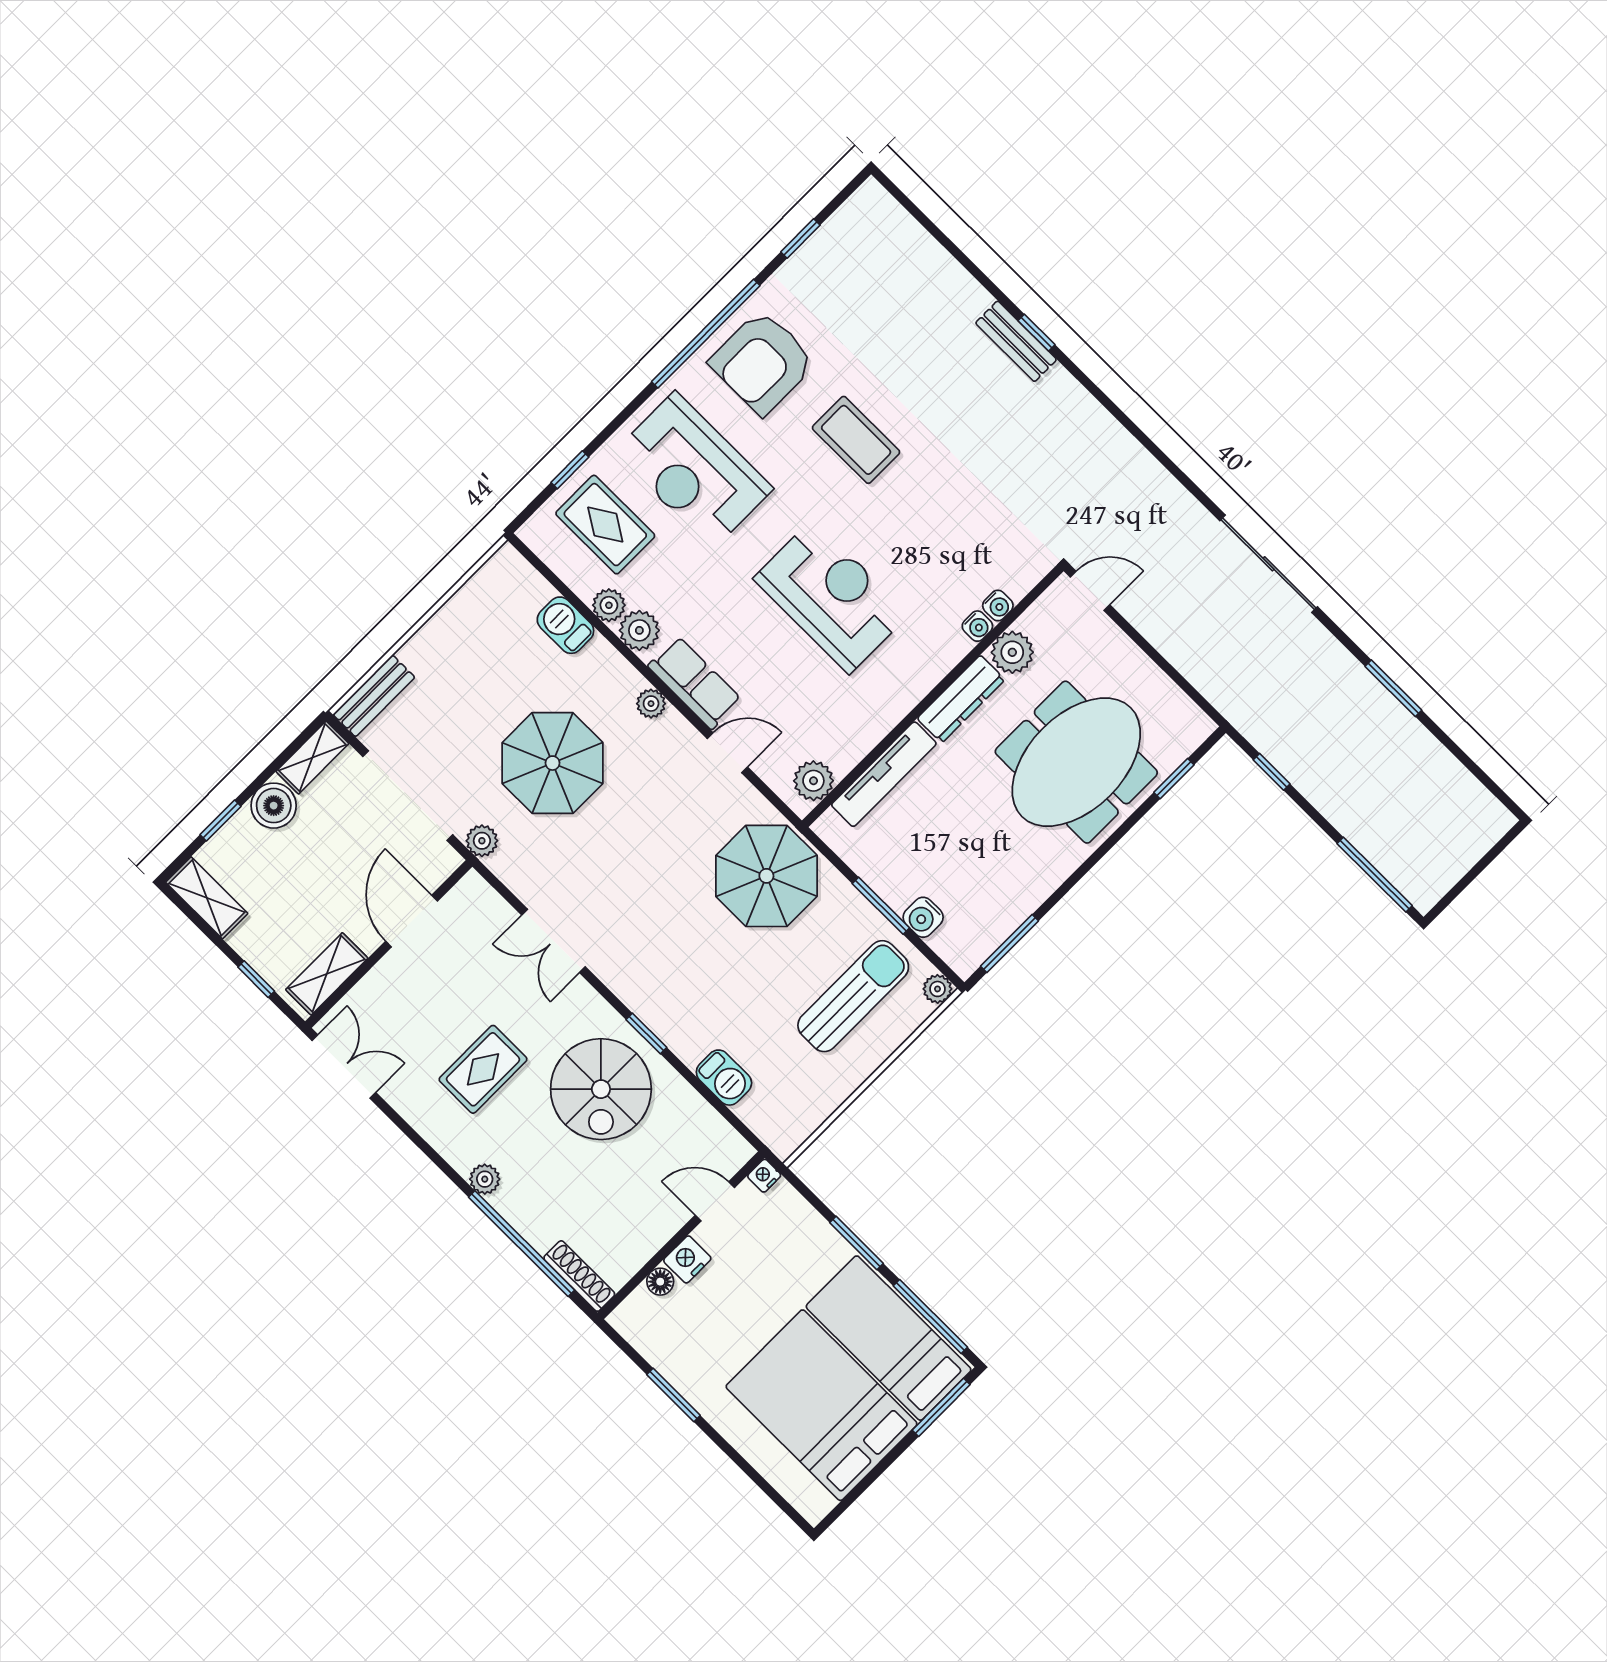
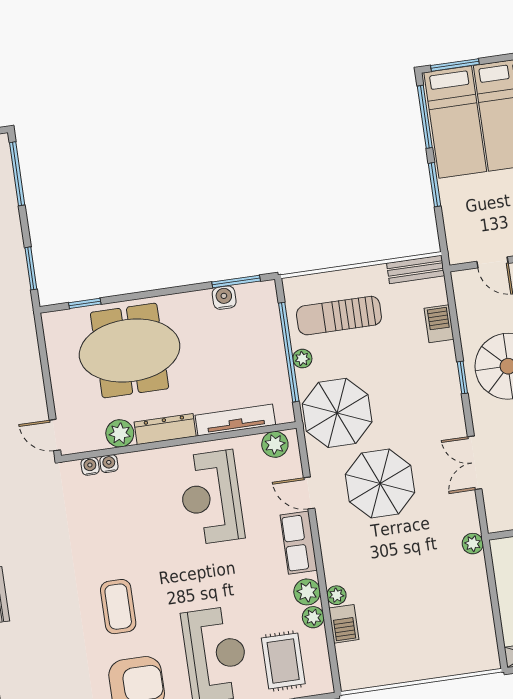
reception desk: (831, 596) -> (211, 498), moved
water cooler: (977, 626) -> (90, 466), moved
bench: (374, 696) -> (416, 269), moved
plant: (651, 704) -> (336, 595), moved
parasol: (553, 763) -> (380, 483), moved
window: (1272, 772) -> (31, 268), width x1.50
doorway: (408, 796) -> (494, 597), removed
window: (881, 906) -> (289, 352), width x2.11
water cooler: (923, 917) -> (224, 298), moved, turned -90
double door: (553, 941) -> (475, 463), swing flipped
plant: (937, 989) -> (302, 359), moved
nightstand: (764, 1176) -> (457, 256), removed

